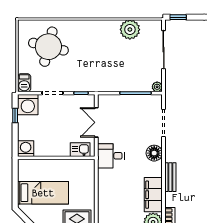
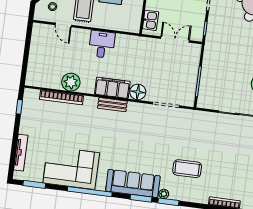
plant: (157, 87) -> (202, 103), removed
desk: (111, 156) -> (102, 44), moved
filing cabinet: (153, 195) -> (112, 88), moved

